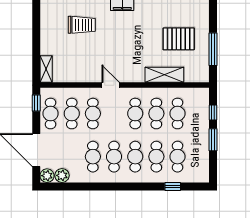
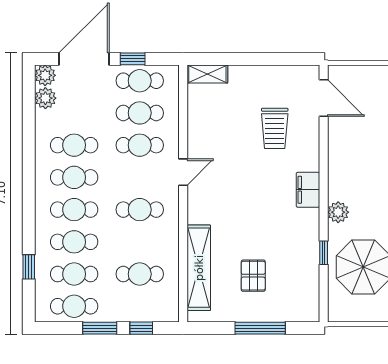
pallet: (179, 39) -> (253, 276), width x0.67, depth x0.71
window: (213, 49) -> (260, 328), moved
shelving: (164, 75) -> (199, 268), width x1.47
window: (36, 103) -> (133, 59), moved
cafe table: (156, 114) -> (74, 306), moved

